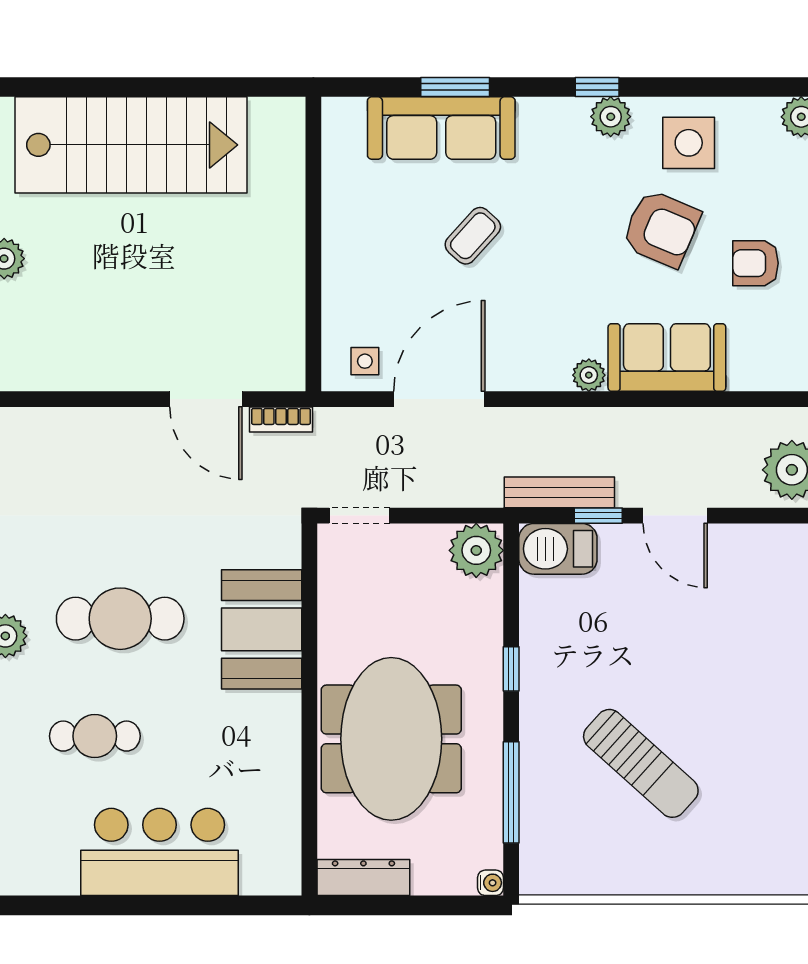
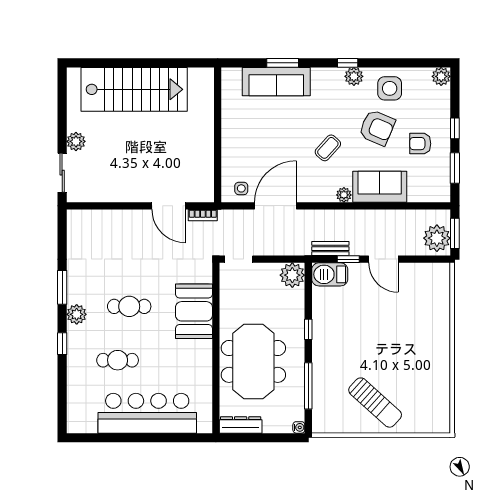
coffee table: (473, 236) -> (328, 148), moved
bench: (559, 492) -> (330, 249), width x0.73
cafe table: (120, 619) -> (129, 306), width x0.73, depth x0.74
sun lounger: (641, 763) -> (375, 403), moved
bar counter: (160, 852) -> (147, 413), width x1.36

